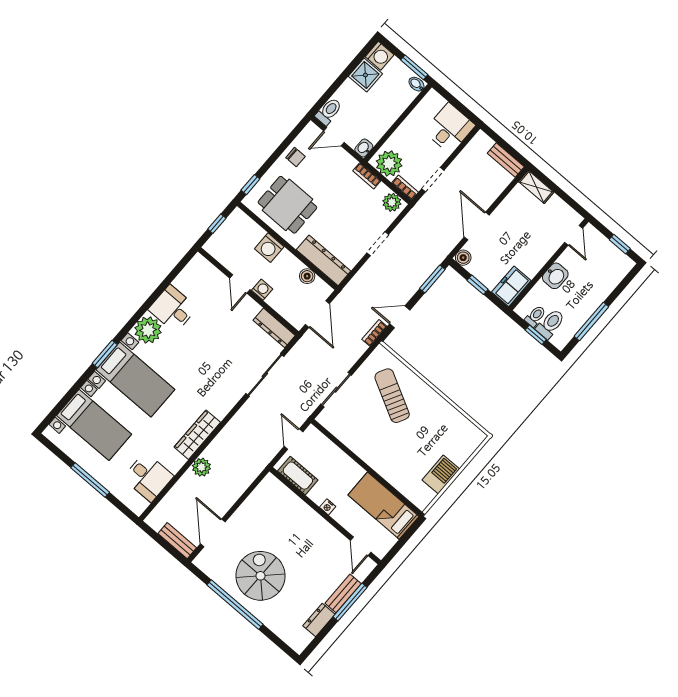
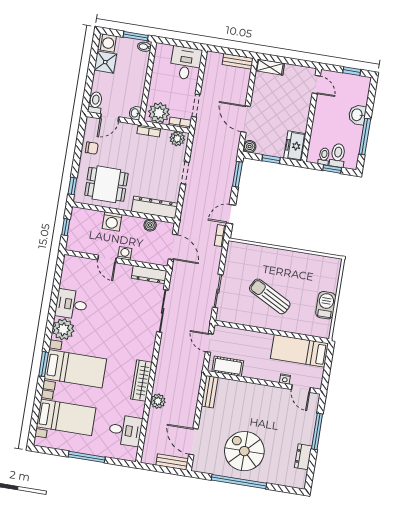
washbasin: (555, 276) -> (357, 115), moved, turned 180
sun lounger: (392, 396) -> (270, 296), moved
nightstand: (328, 507) -> (285, 379), moved
bench: (343, 593) -> (210, 392), moved

